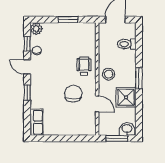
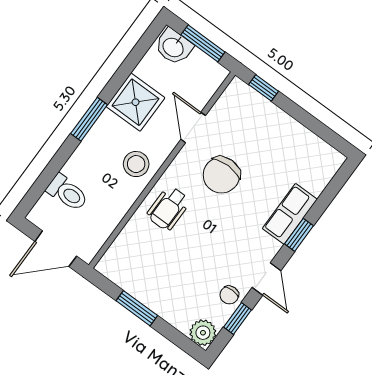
row of seats: (36, 122) -> (290, 214), moved
window: (81, 138) -> (263, 88), added

